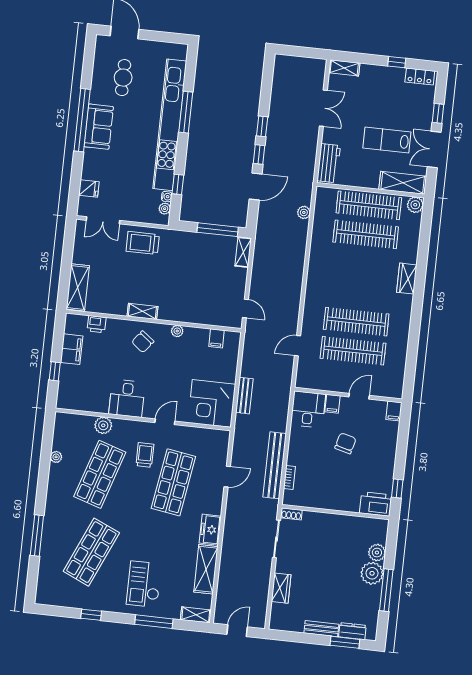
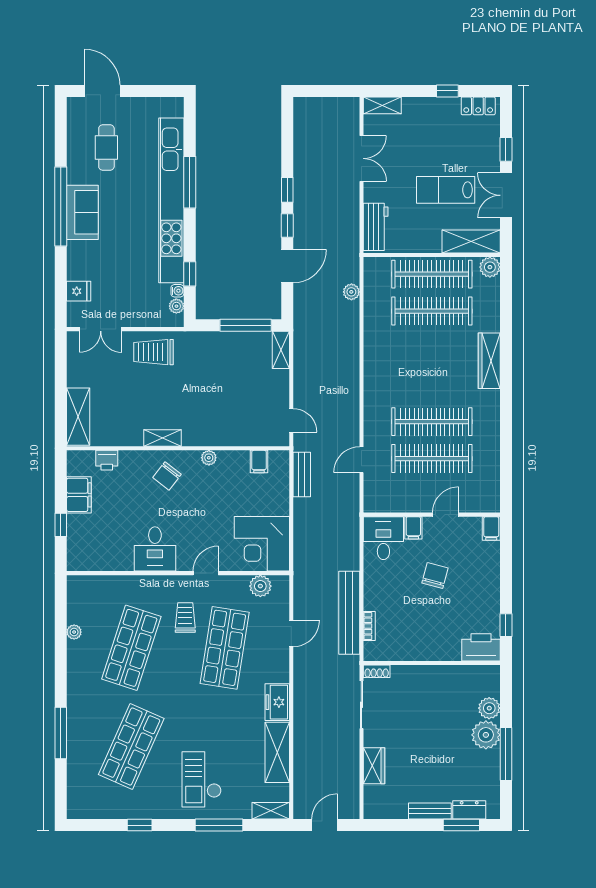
wardrobe: (407, 279) -> (489, 361), width x1.50
bench: (244, 396) -> (302, 475), moved
plant: (103, 425) -> (260, 586), moved

